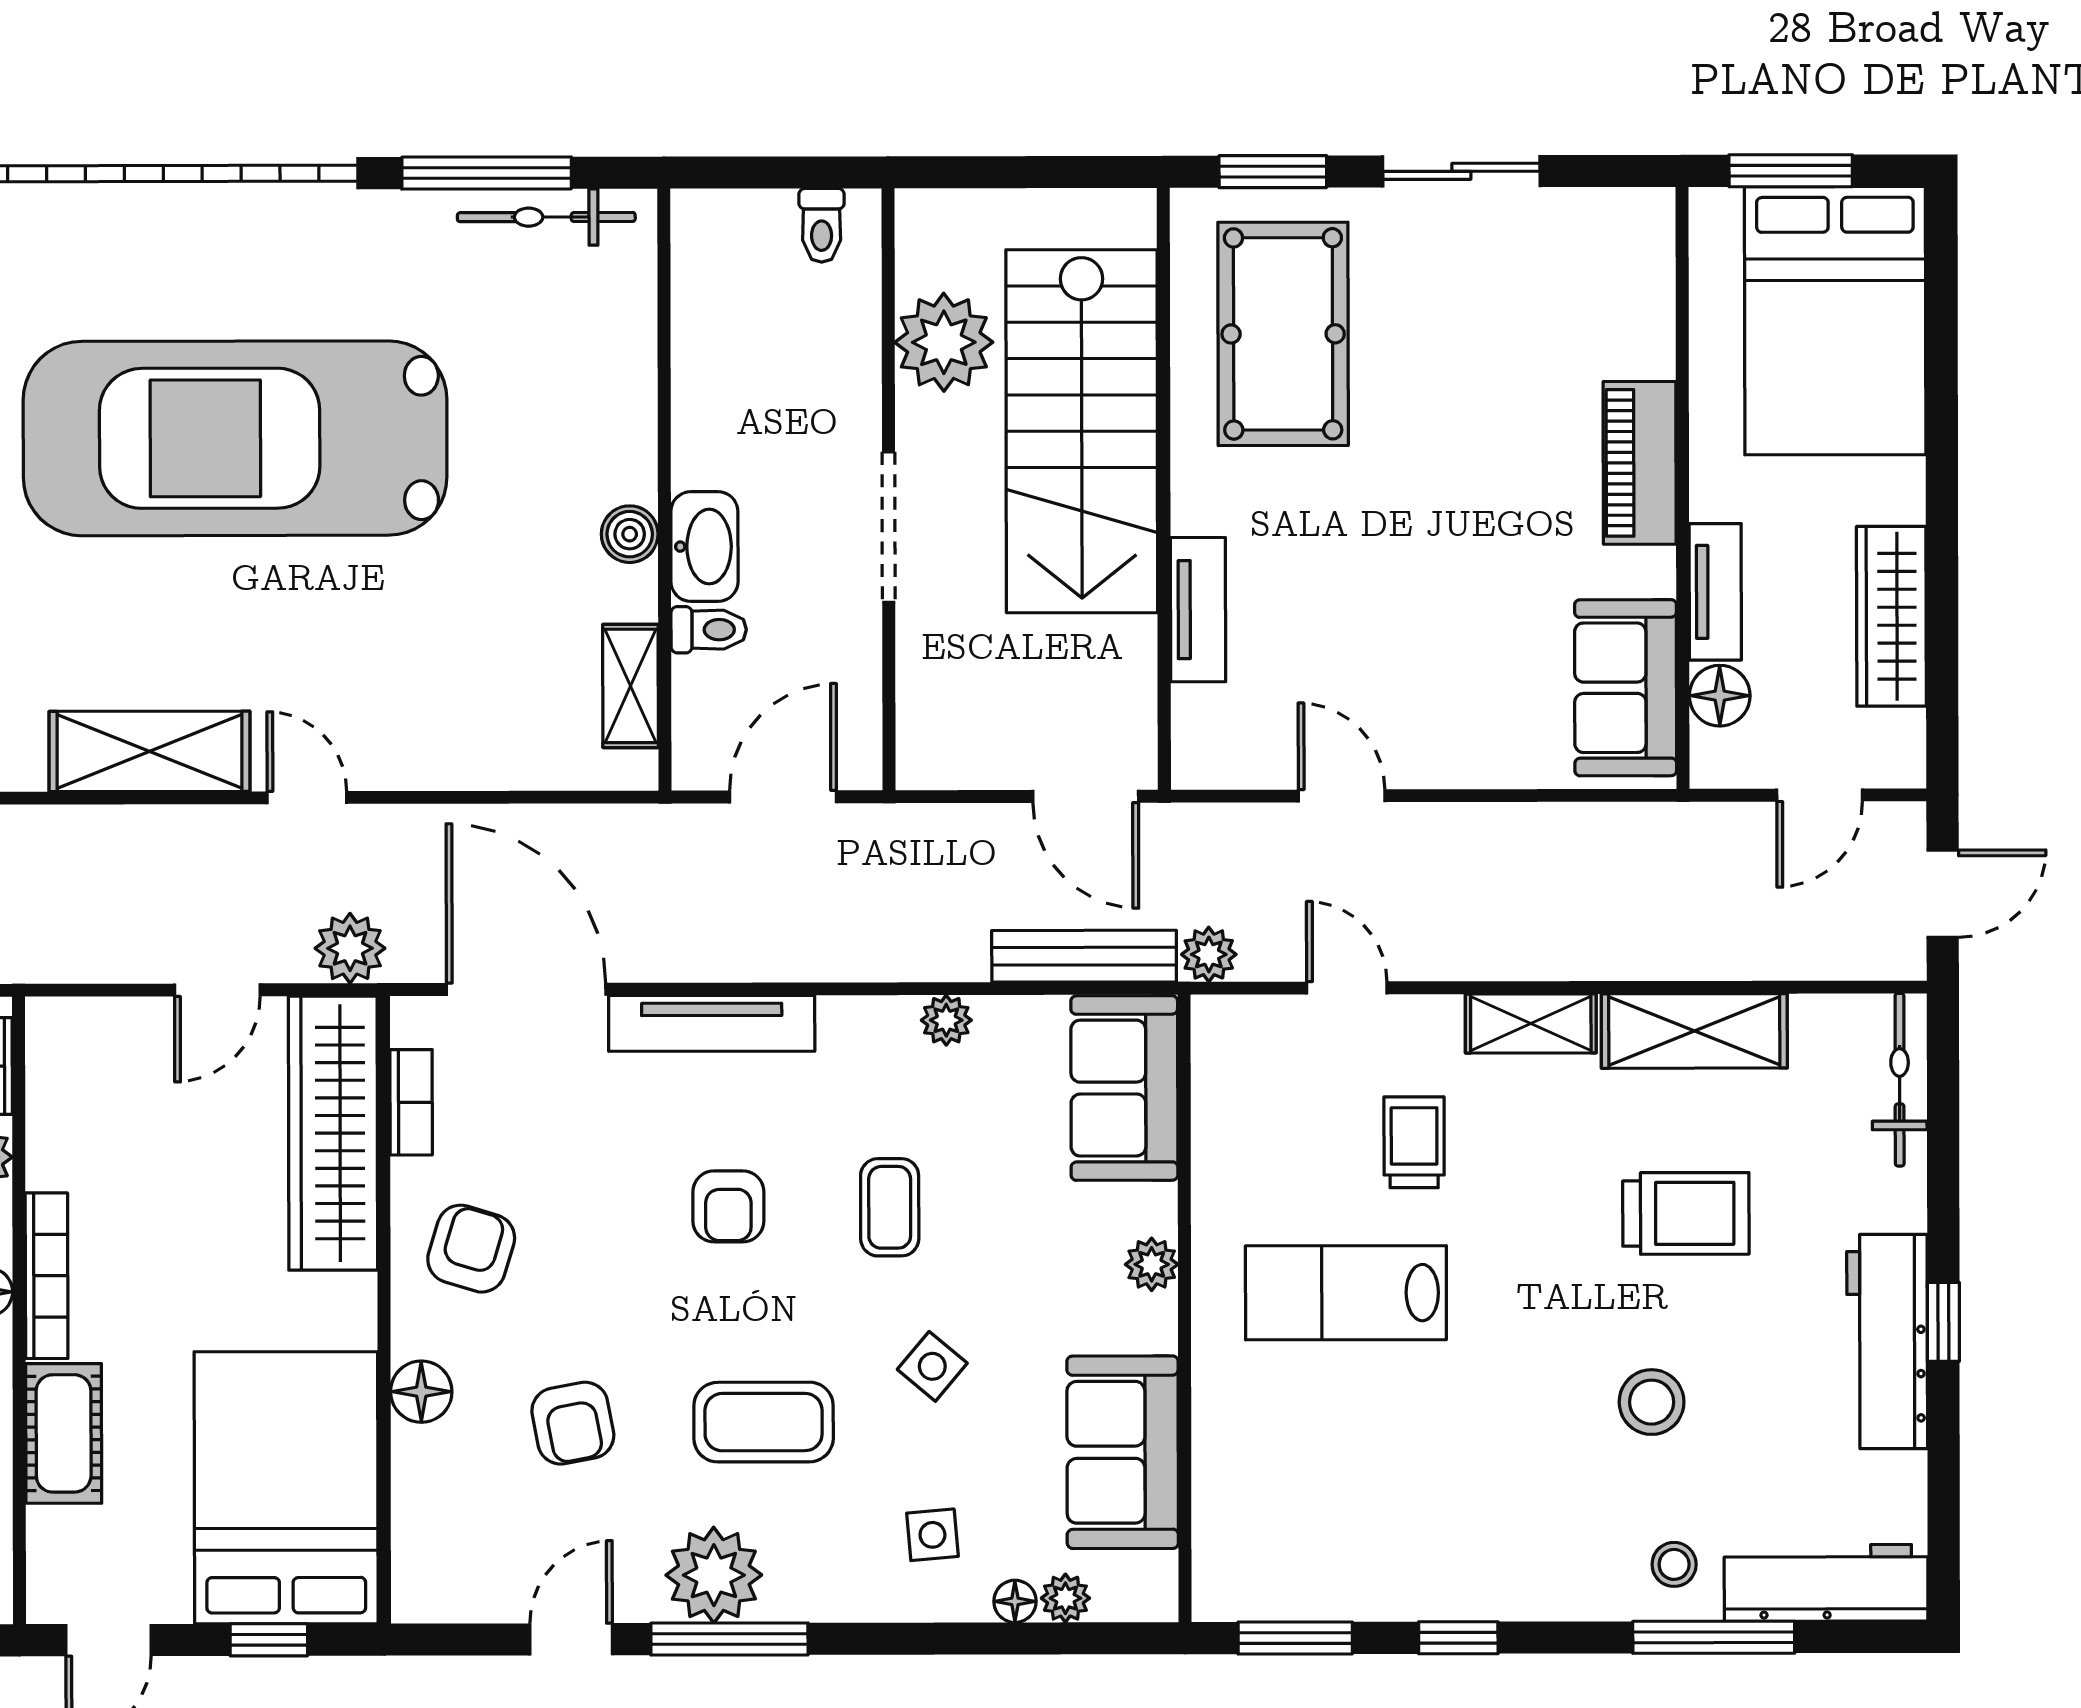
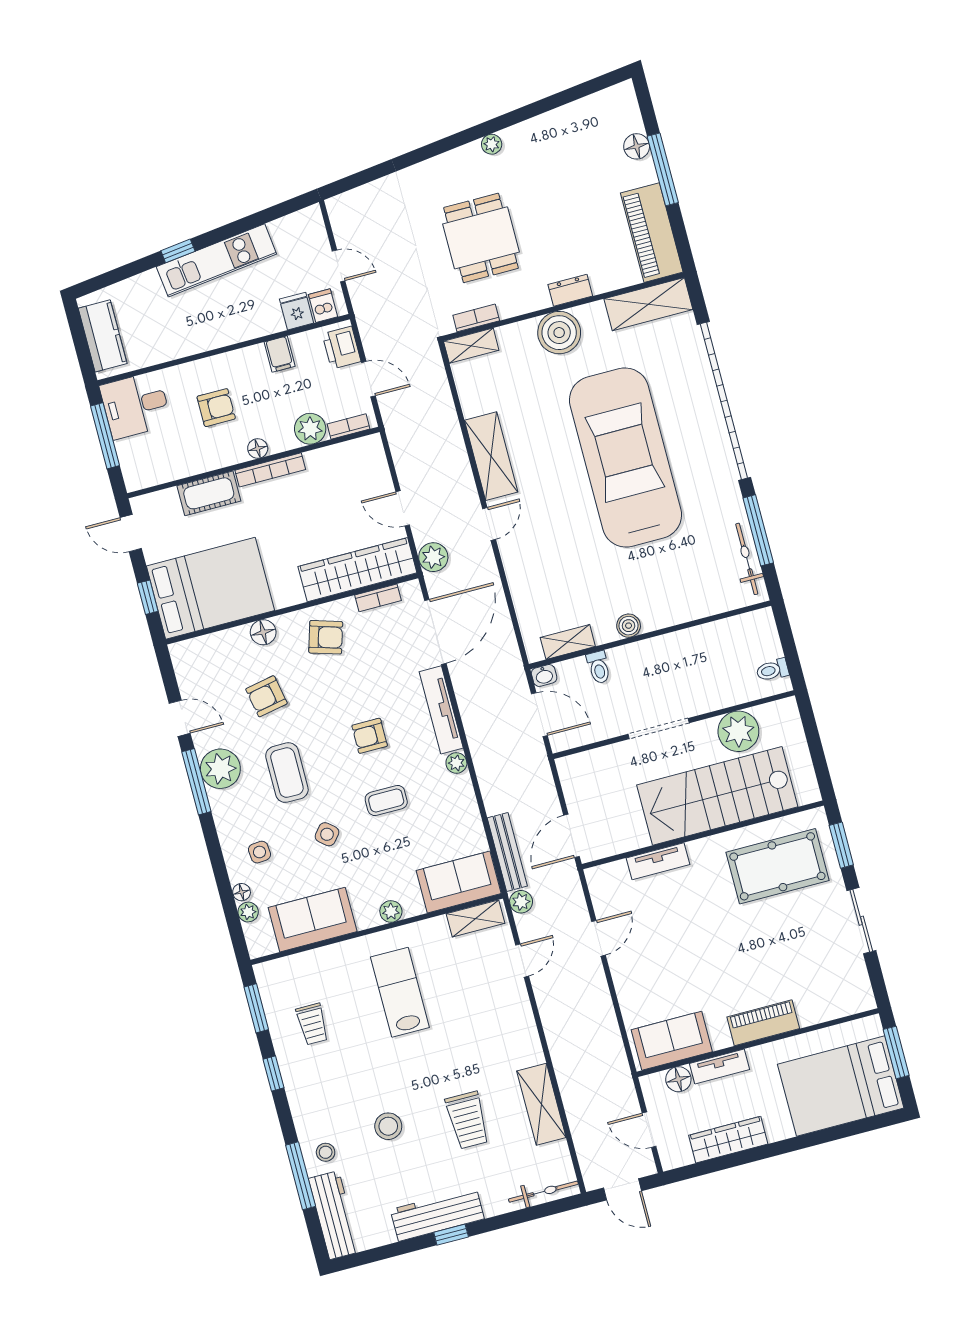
washbasin: (704, 547) -> (544, 675), moved, width x0.52, depth x0.69
plant: (946, 1020) -> (456, 763), moved
shelving: (1531, 1023) -> (476, 918), moved, turned 90
trolley: (1414, 1142) -> (312, 1024), moved, turned 90

